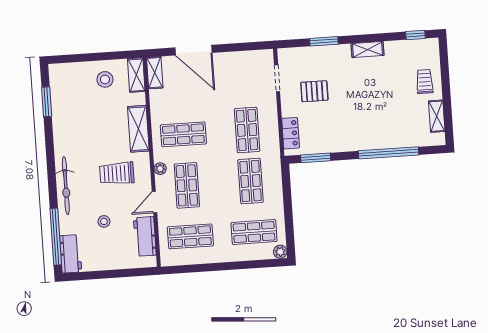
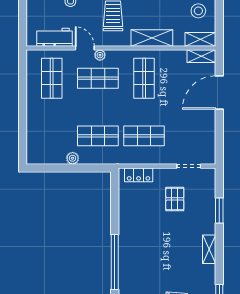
window: (316, 158) -> (115, 196), removed
plant: (160, 169) -> (100, 55), moved
shop shelf: (254, 232) -> (52, 136), removed
plant: (280, 252) -> (73, 158), moved

